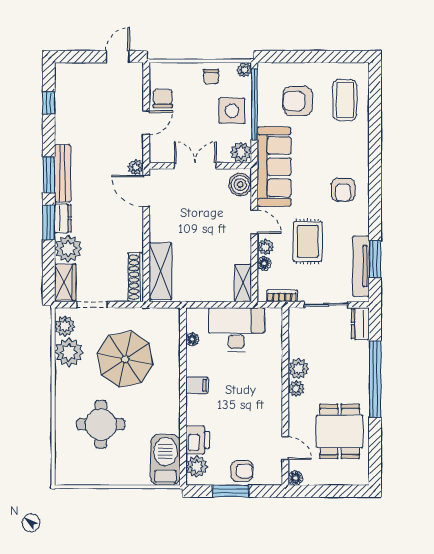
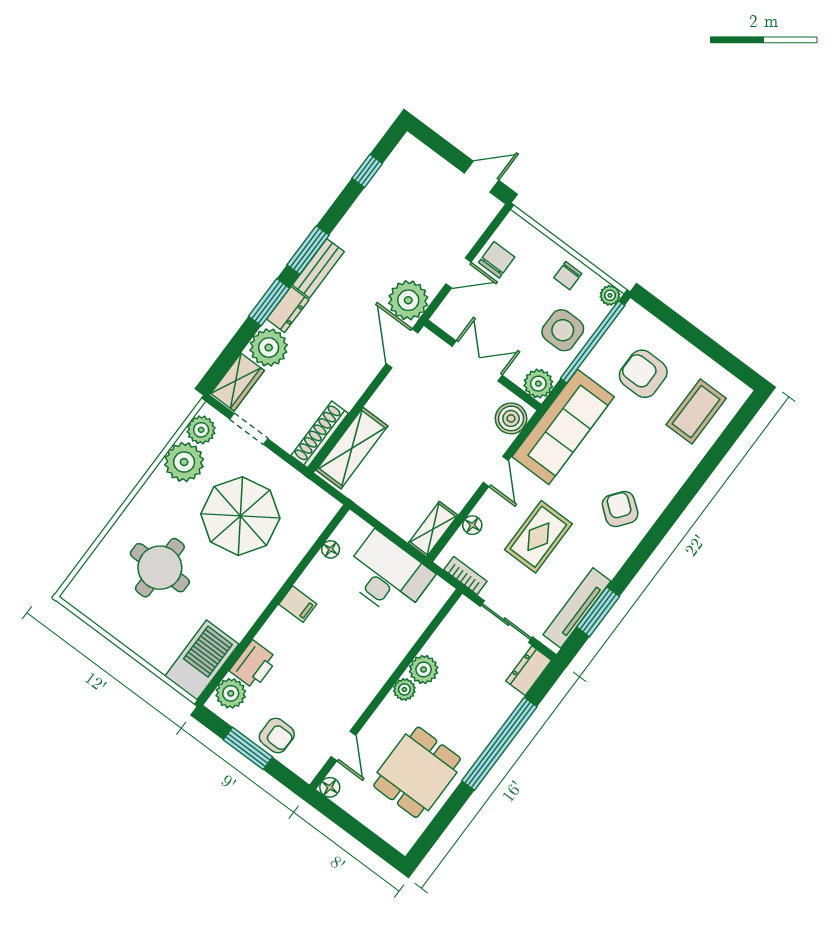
plant: (136, 167) -> (408, 300), width x1.88, depth x1.88
bench: (63, 173) -> (318, 268), width x0.73
armchair: (343, 190) -> (620, 509), turned 128
plant: (265, 247) -> (487, 508), removed

